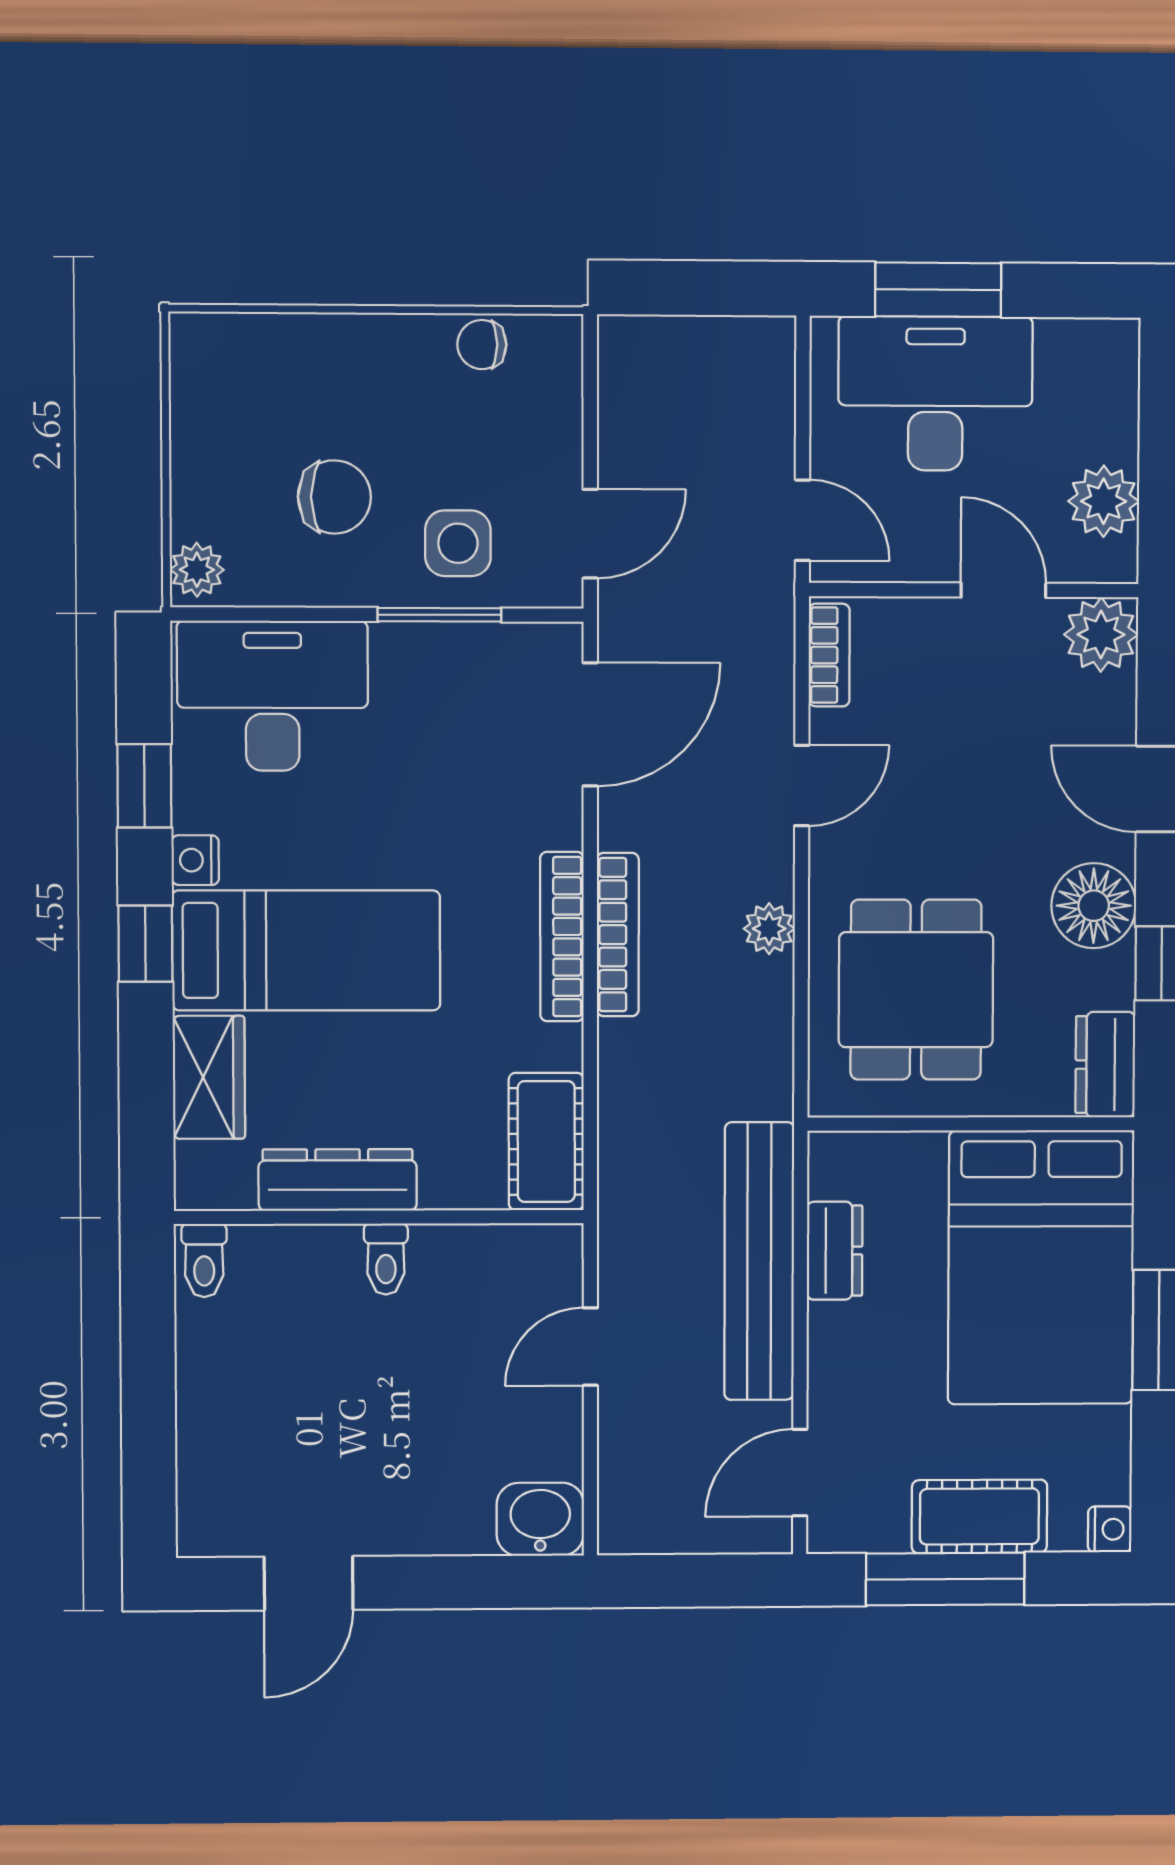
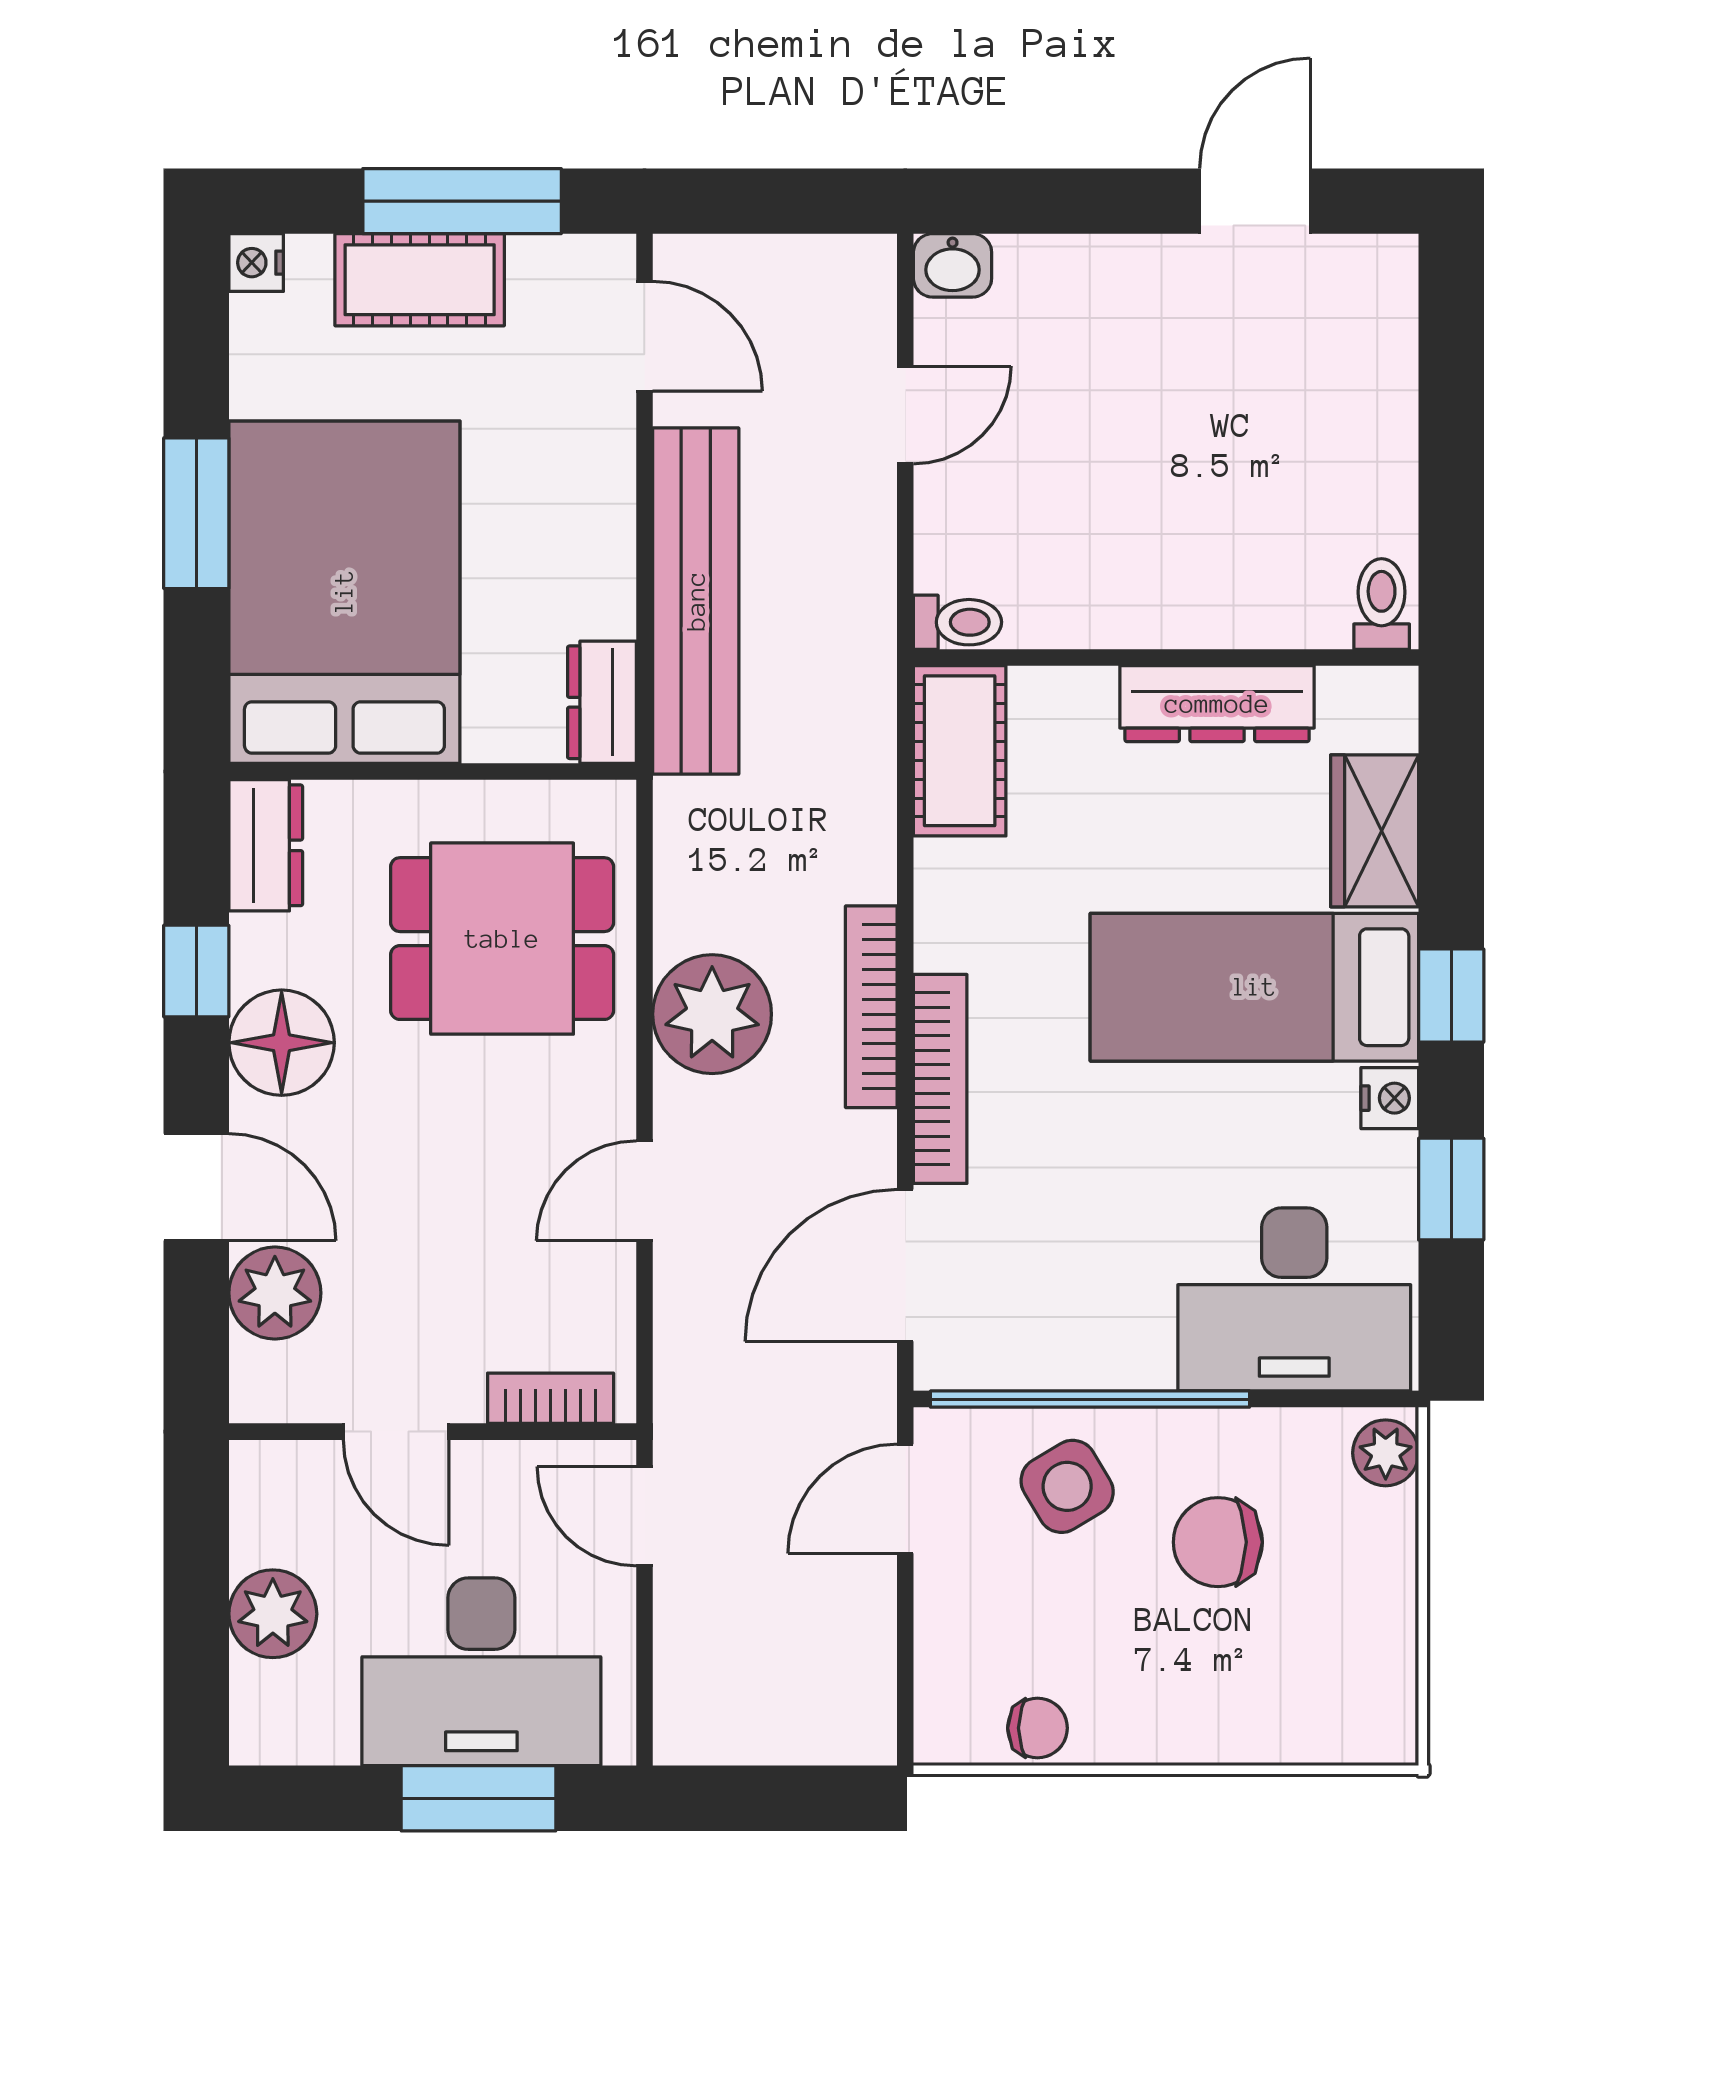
plant: (1104, 501) -> (273, 1614), moved
side table: (458, 543) -> (1067, 1486), turned -31
window: (439, 615) -> (1090, 1399), width x2.11
plant: (1101, 635) -> (275, 1293), moved
bookcase: (829, 655) -> (551, 1398), moved, turned 90
plant: (769, 929) -> (712, 1014), width x1.88, depth x1.88
bookcase: (562, 937) -> (940, 1079), moved
dining table: (916, 990) -> (502, 939), turned 90
dresser: (835, 1251) -> (602, 702), moved
toilet: (386, 1259) -> (957, 622), moved, turned 90
door: (590, 1347) -> (905, 415), moved
door: (800, 1473) -> (644, 336), hinge flipped
washbasin: (540, 1519) -> (953, 265), width x0.72, depth x0.69

